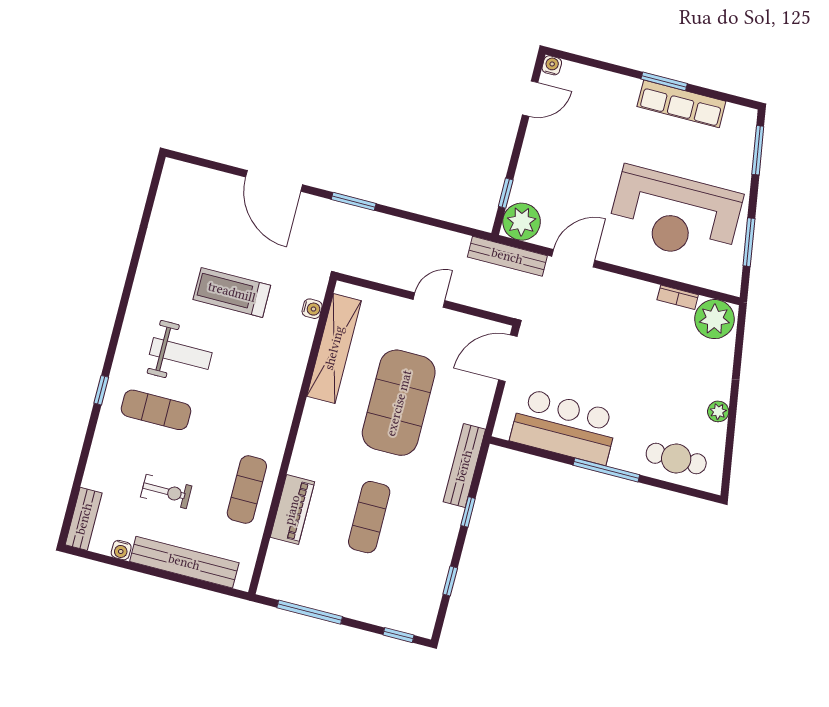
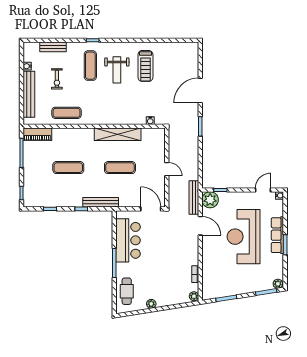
door: (530, 99) -> (263, 190), swing flipped
row of seats: (681, 104) -> (277, 235), moved
plant: (746, 120) -> (278, 284), added
reception desk: (675, 215) -> (244, 237), moved
treadmill: (232, 292) -> (145, 66), moved, turned 180
plant: (715, 319) -> (194, 296), width x0.53, depth x0.53
shelving: (334, 348) -> (118, 134), moved
exercise mat: (399, 403) -> (120, 168), width x0.50, depth x0.69
piano: (292, 510) -> (37, 134), moved
bench: (84, 519) -> (53, 47), moved

